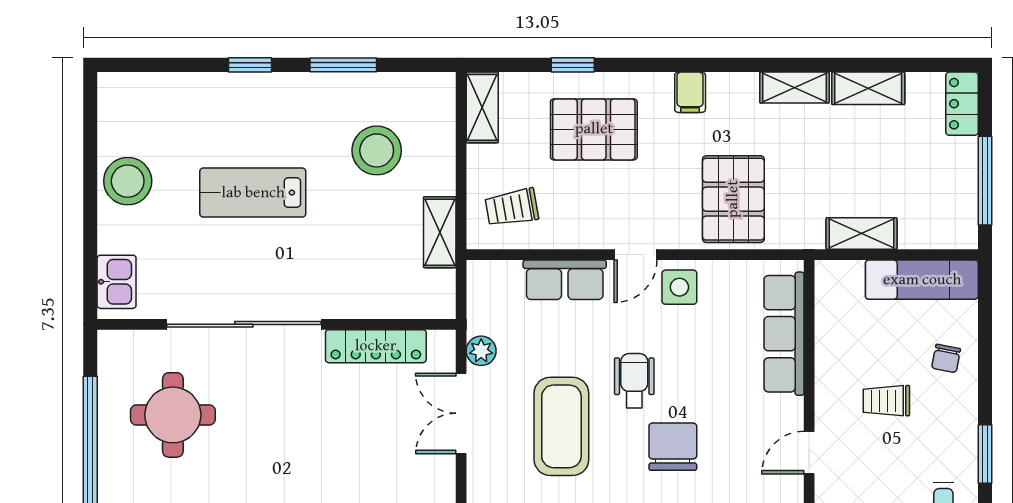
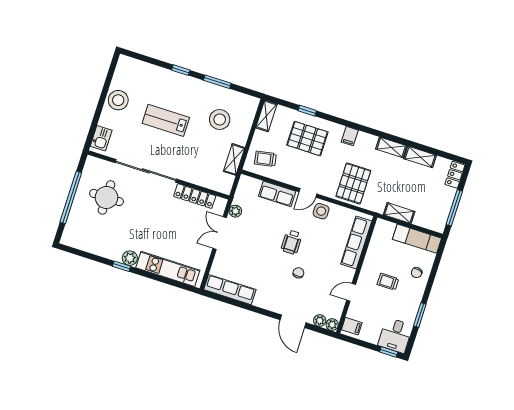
wheelchair: (634, 381) -> (292, 242), turned 180
coffee table: (561, 426) -> (257, 251), removed
chair: (673, 447) -> (298, 273), width x0.54, depth x0.54

